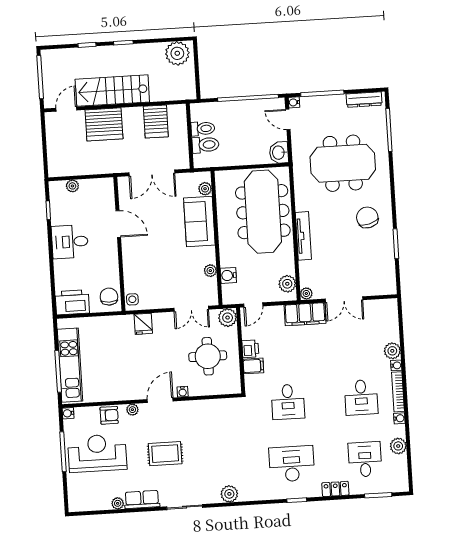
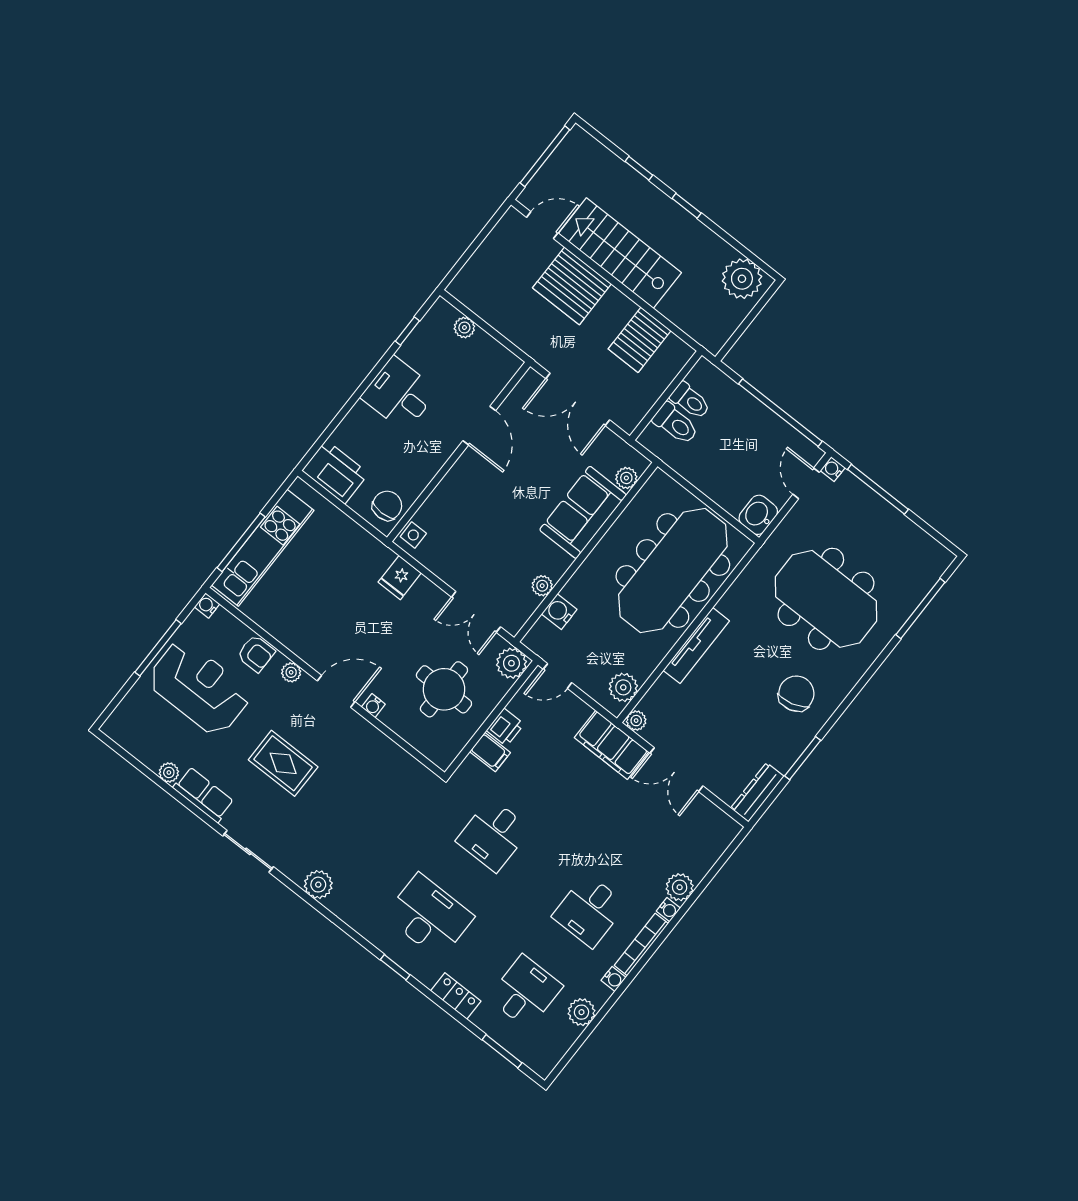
dresser: (364, 100) -> (757, 792), moved, turned 90

